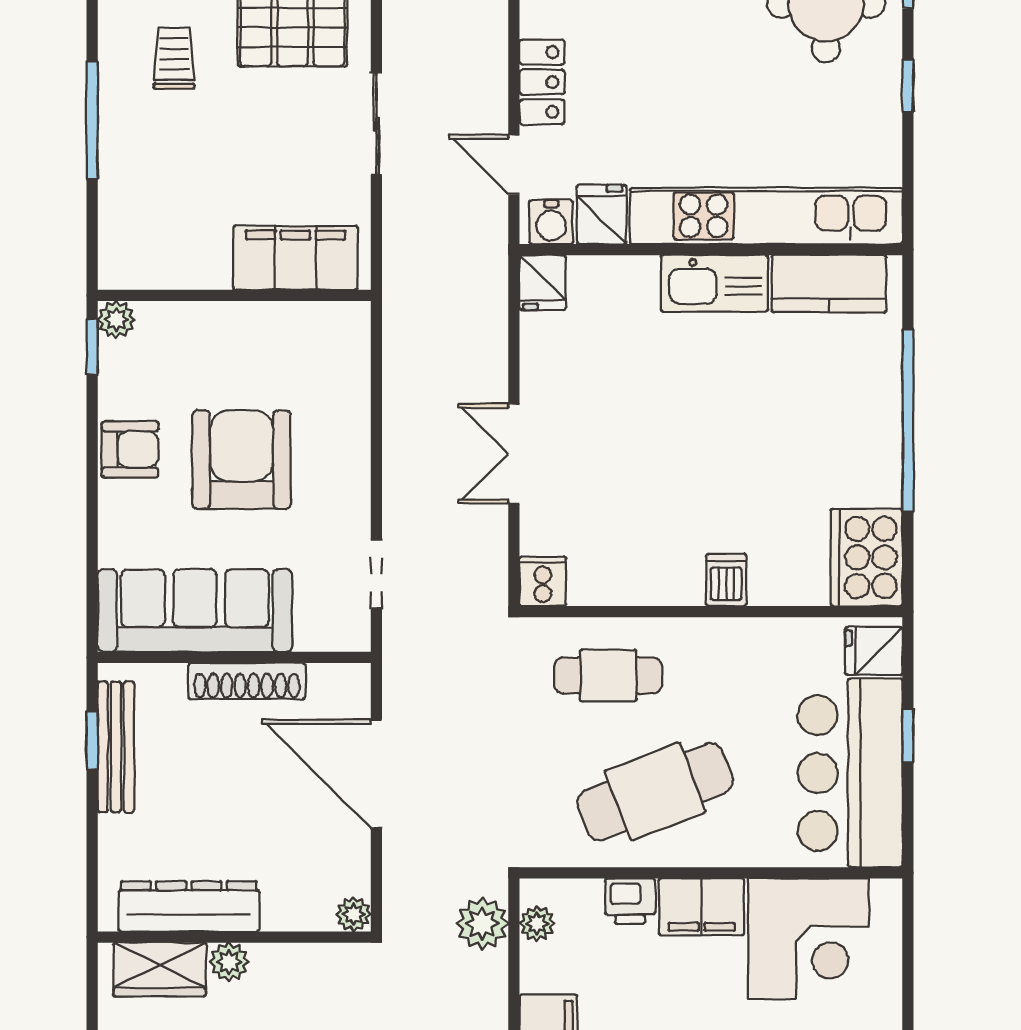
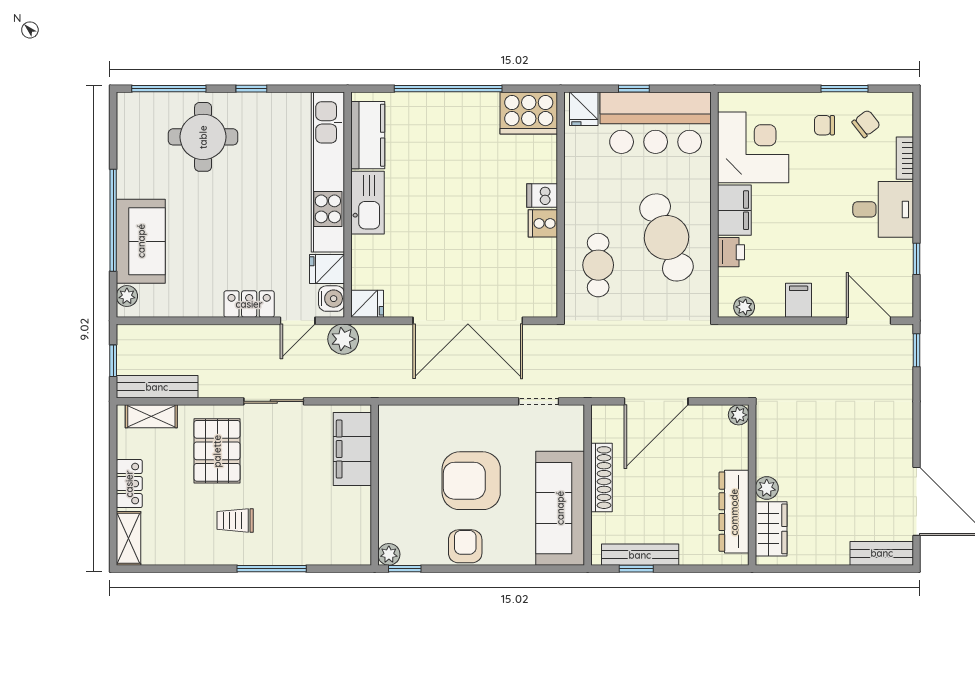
double door: (514, 454) -> (468, 321), width x1.87
cooker: (543, 581) -> (543, 223), moved
plant: (482, 924) -> (343, 339), moved

